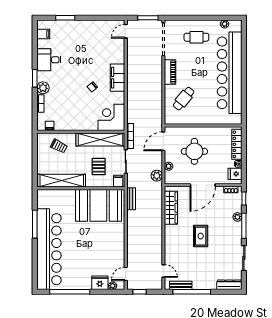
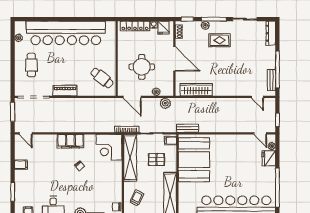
filing cabinet: (93, 26) -> (21, 165), added
cafe table: (184, 99) -> (102, 78), moved
rug: (201, 236) -> (219, 40), moved
door: (163, 271) -> (257, 97), swing flipped

